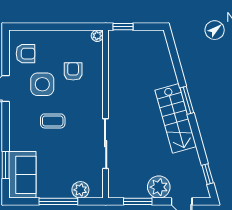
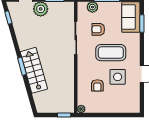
armchair: (25, 54) -> (98, 29), moved
stairs: (176, 118) -> (34, 70), moved
coffee table: (53, 121) -> (111, 53), width x1.86, depth x1.72

